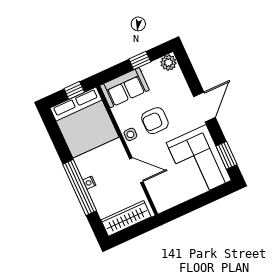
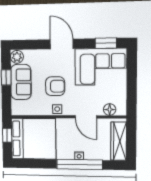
sofa: (125, 88) -> (21, 82), moved
armchair: (155, 121) -> (55, 86), turned -90
door: (136, 170) -> (86, 117), swing flipped
floor lamp: (156, 193) -> (110, 110), added

